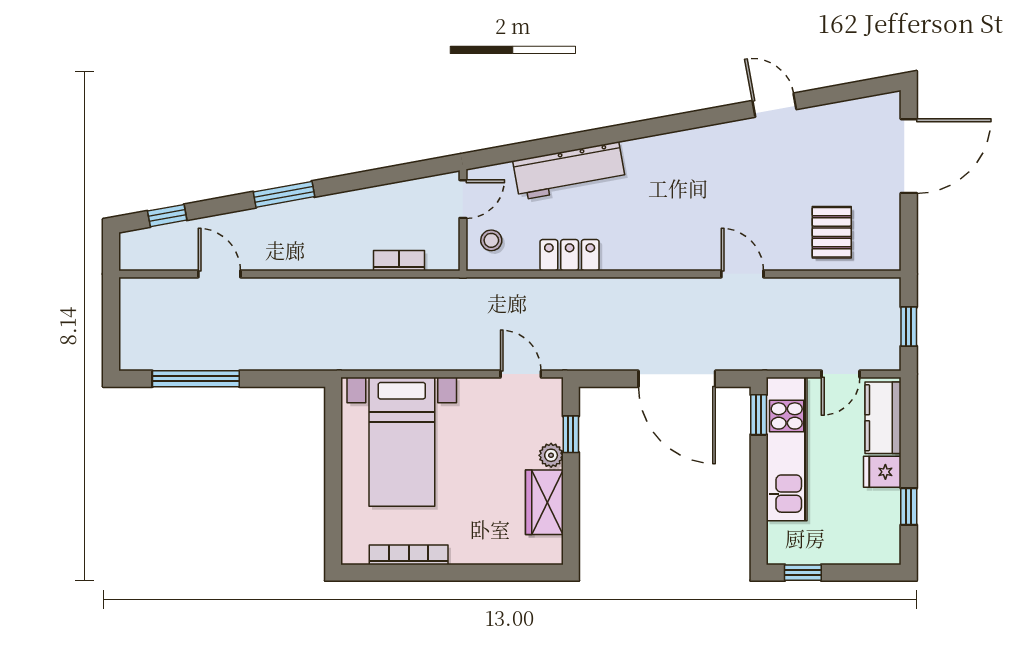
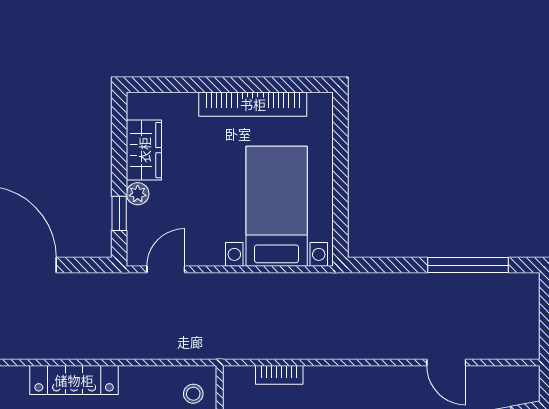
locker: (570, 255) -> (74, 380), moved, width x1.53
door: (521, 374) -> (166, 269), swing flipped
bookcase: (409, 555) -> (253, 104), width x1.48, depth x1.31

